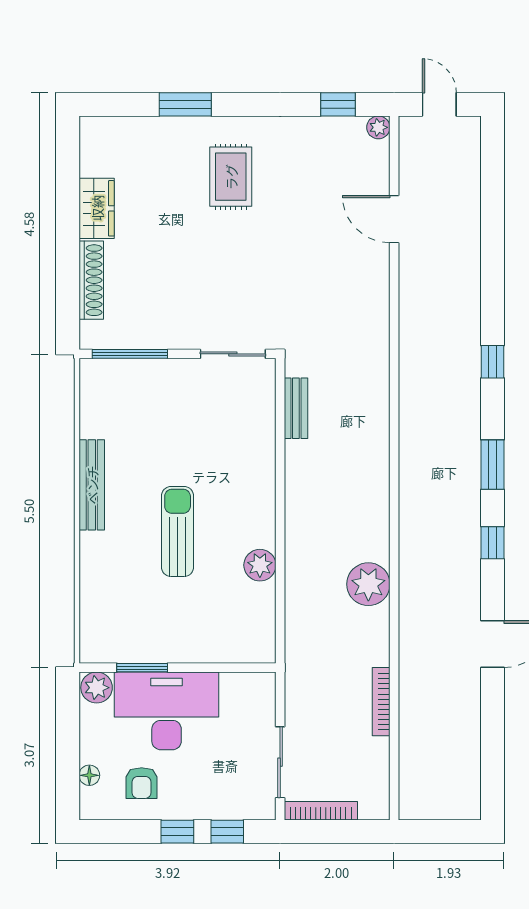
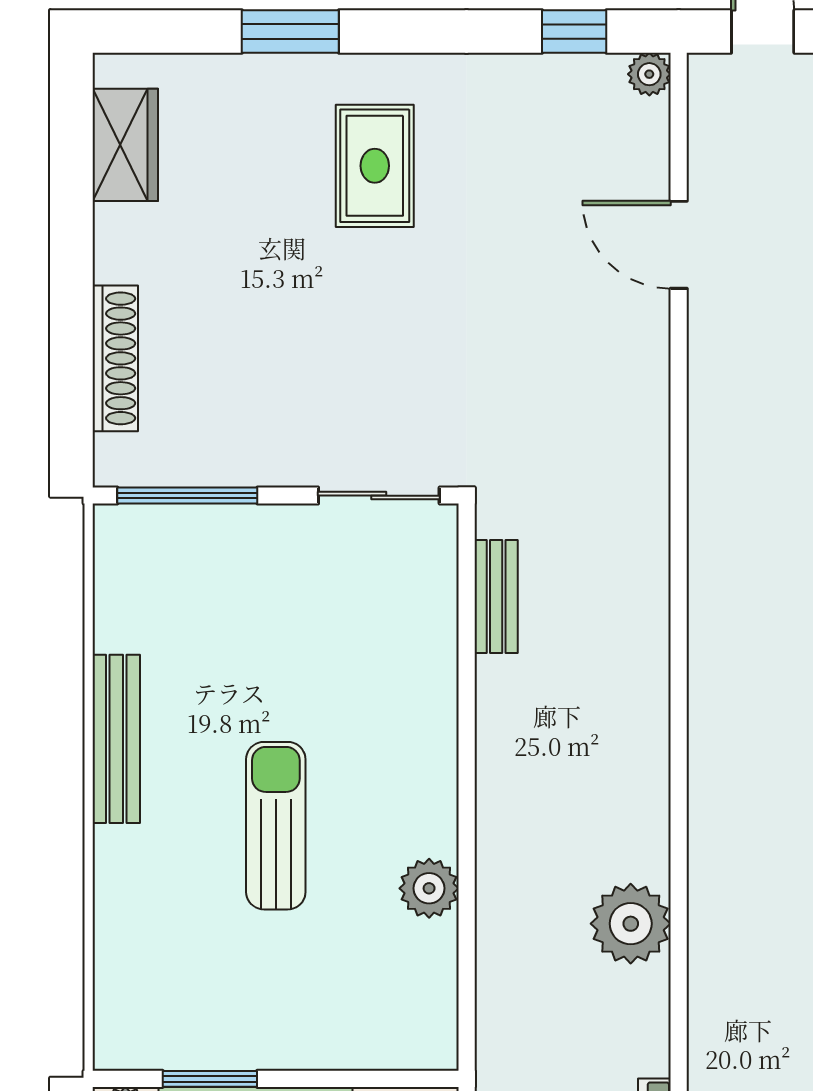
wardrobe: (97, 208) -> (125, 145), moved

